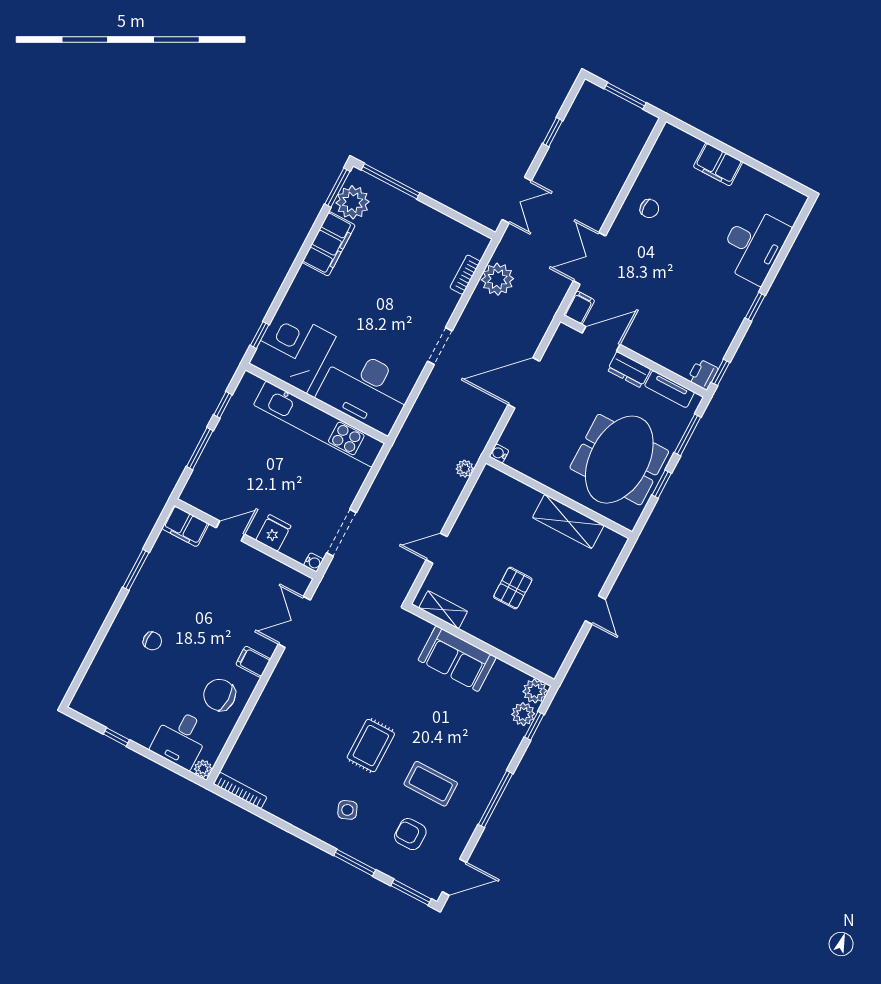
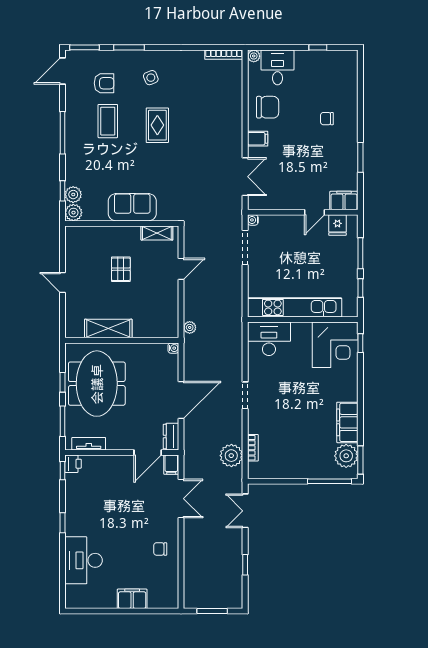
dresser: (629, 370) -> (171, 437), moved, turned -90
desk: (366, 390) -> (269, 339), width x0.73, depth x0.77
fridge: (273, 533) -> (337, 225), moved
coffee table: (431, 784) -> (108, 121), turned 90

